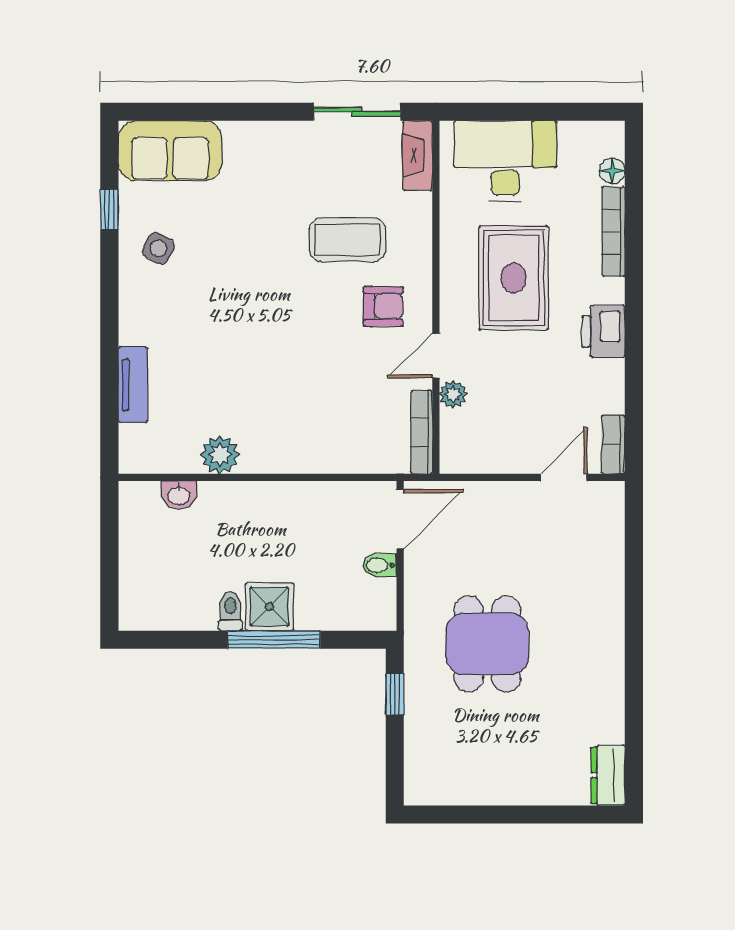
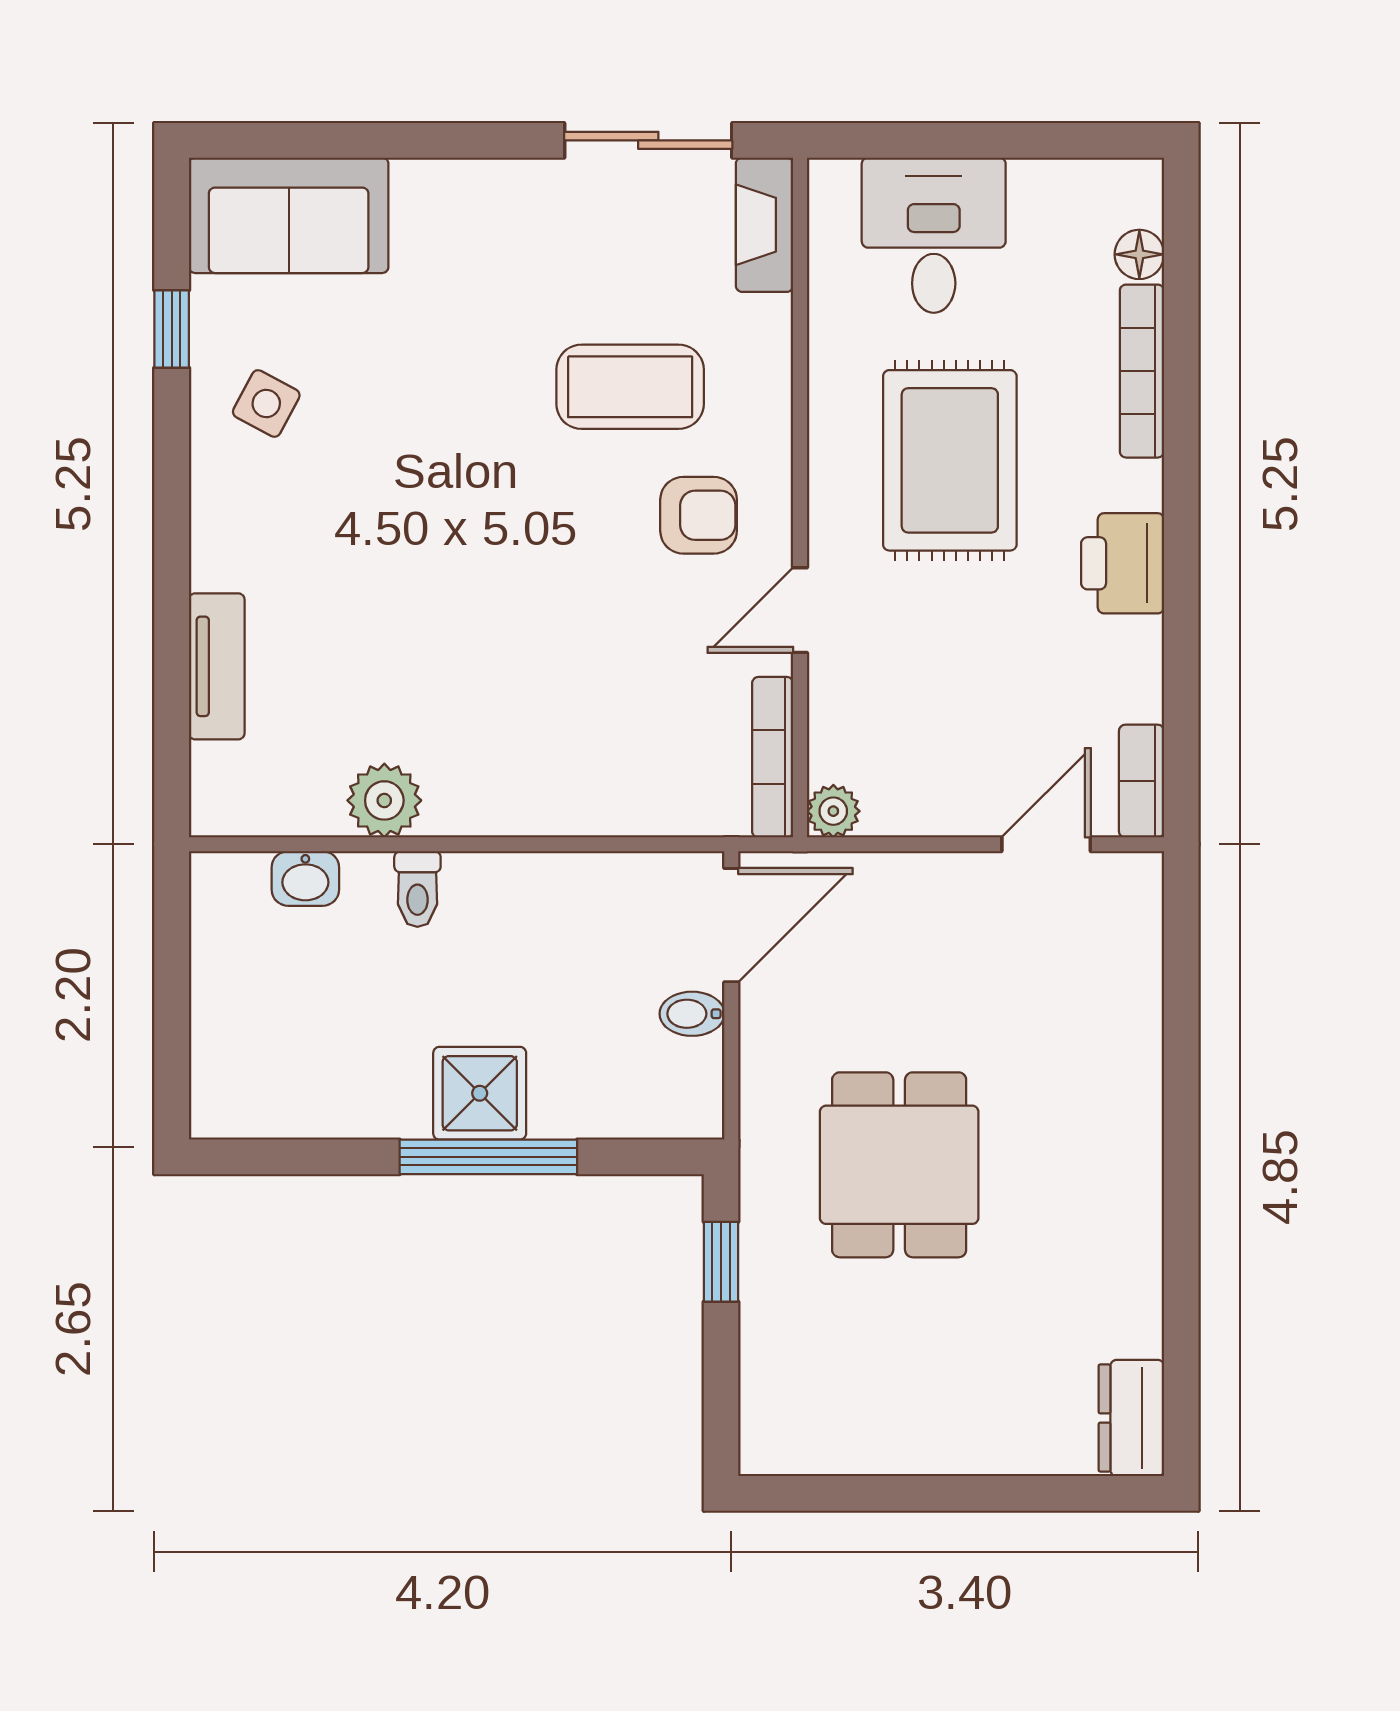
desk: (505, 161) -> (934, 235), width x0.73
plant: (453, 394) -> (833, 811), moved
toilet: (230, 611) -> (417, 889), moved, turned 180

